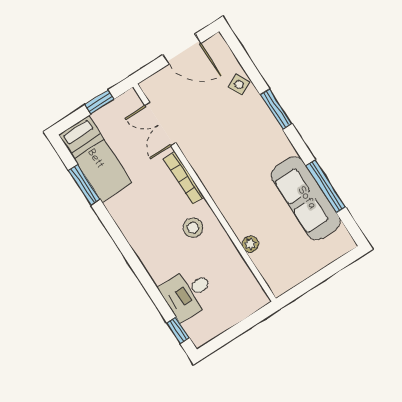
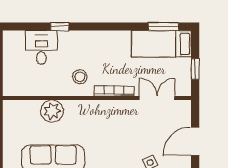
window: (84, 185) -> (163, 27), moved
plant: (250, 244) -> (52, 111), width x1.87, depth x1.87
window: (178, 330) -> (60, 27), moved

